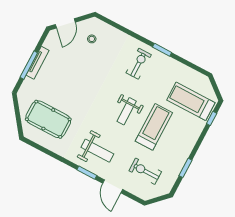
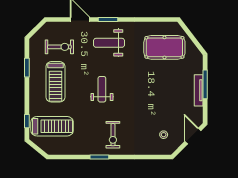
treadmill: (154, 127) -> (55, 82), moved

